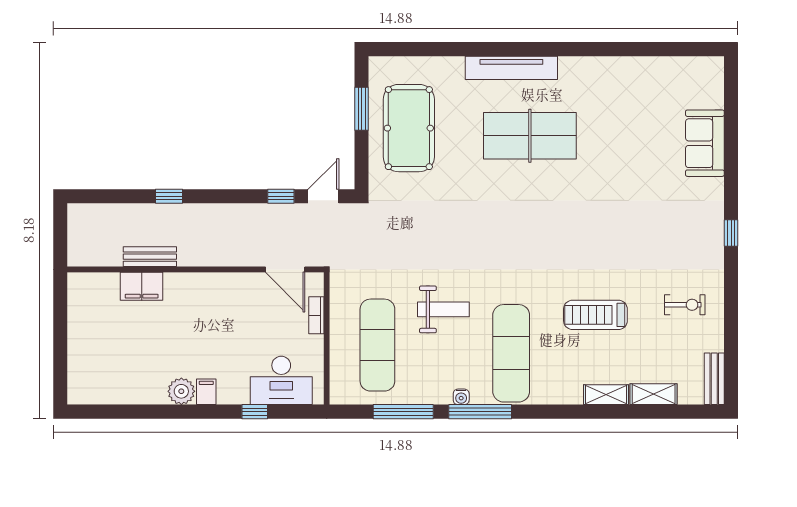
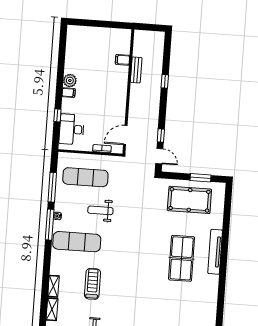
filing cabinet: (142, 286) -> (122, 60), width x0.50
weight bench: (443, 309) -> (100, 210), turned 90

